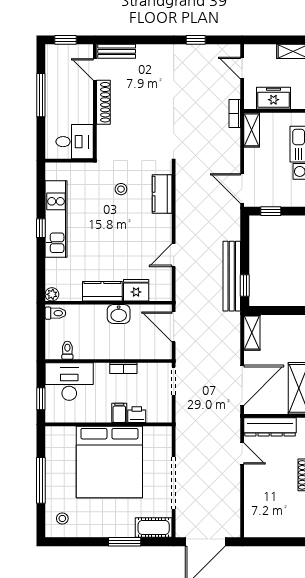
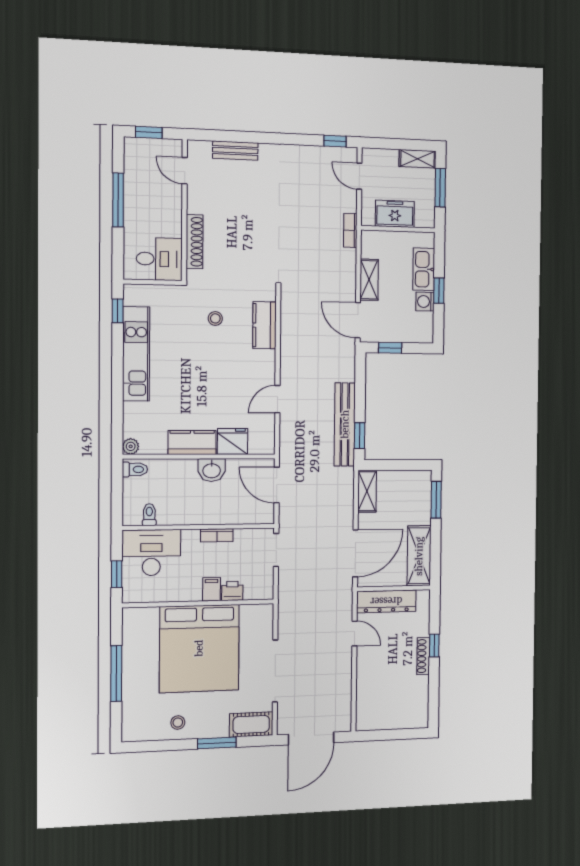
window: (196, 40) -> (335, 141), moved
bench: (117, 51) -> (235, 150), moved
shoe rack: (103, 102) -> (195, 242), moved
shelving: (252, 130) -> (369, 280), moved
window: (41, 228) -> (118, 311), moved
stool: (62, 518) -> (178, 723), moved

